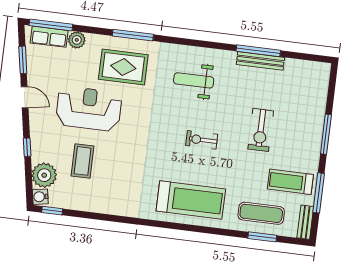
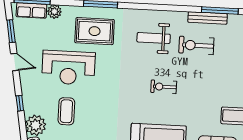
window: (258, 51) -> (220, 10), moved
reception desk: (89, 109) -> (68, 68), turned 180
exercise bike: (261, 130) -> (196, 45), moved, turned 90

